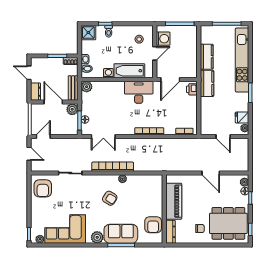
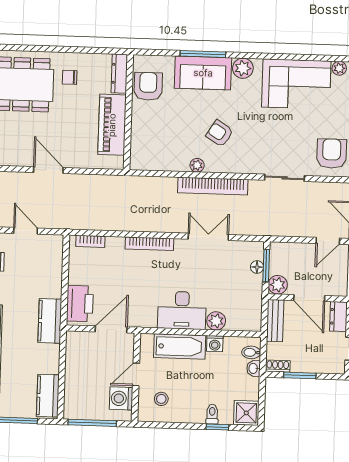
kitchen counter: (207, 57) -> (48, 396), moved
plant: (87, 87) -> (216, 321), moved
printer: (192, 89) -> (80, 304), width x1.87, depth x1.48
desk: (139, 92) -> (182, 310), moved
double door: (103, 136) -> (208, 237), moved

